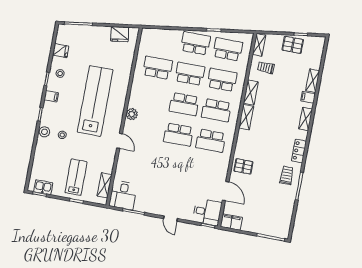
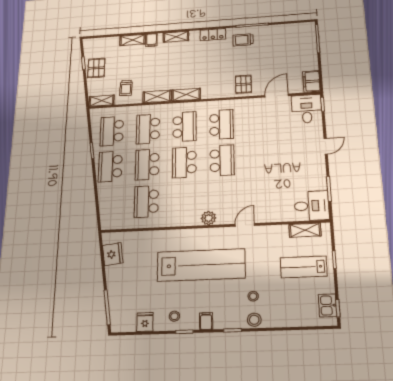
lab bench: (95, 101) -> (201, 265), turned 180
school desk: (184, 104) -> (184, 162), turned 180

